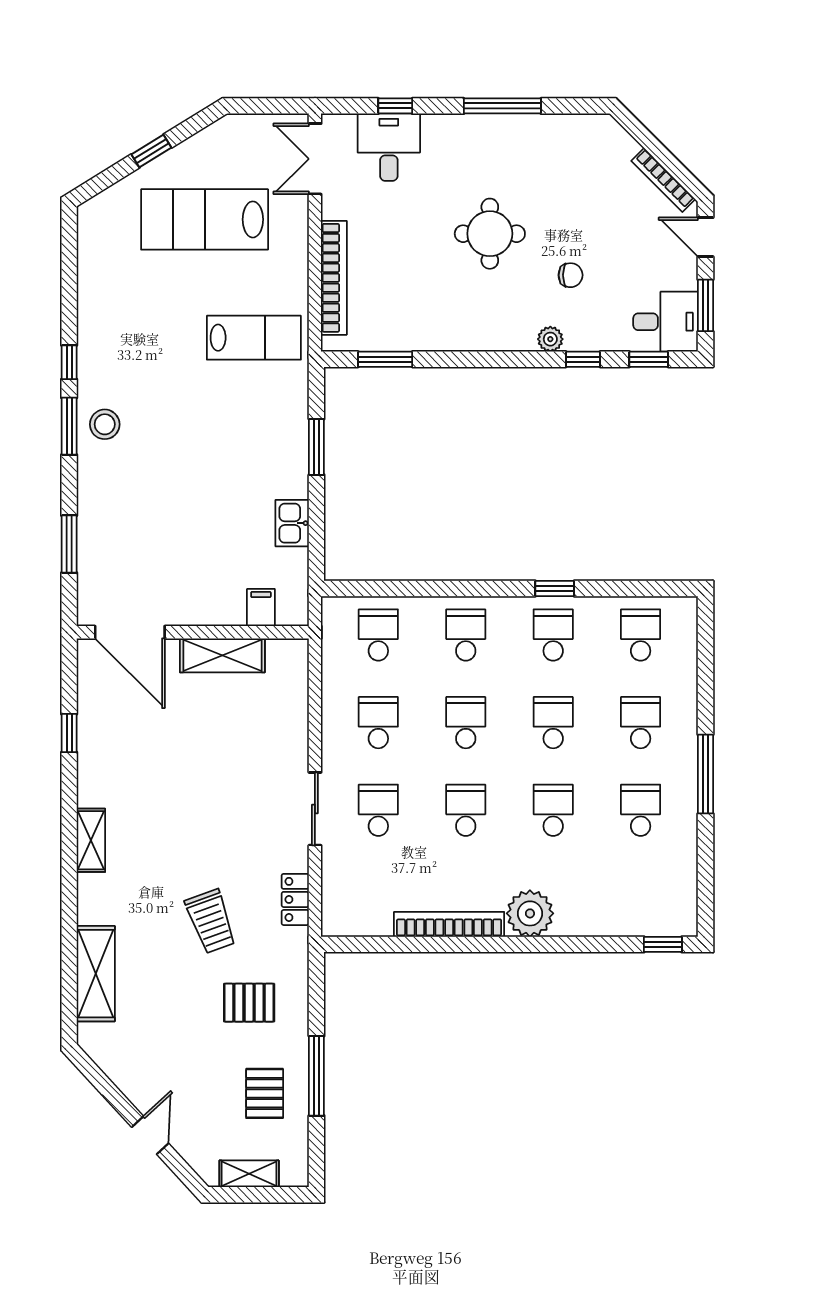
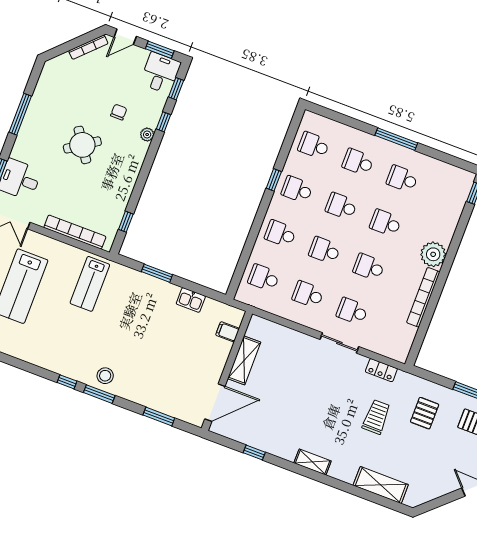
round table: (490, 234) -> (82, 145), turned -34
lab bench: (254, 338) -> (90, 284), turned 180
window: (385, 359) -> (126, 222), width x0.67
trolley: (211, 921) -> (376, 417), turned -70

